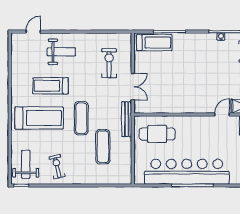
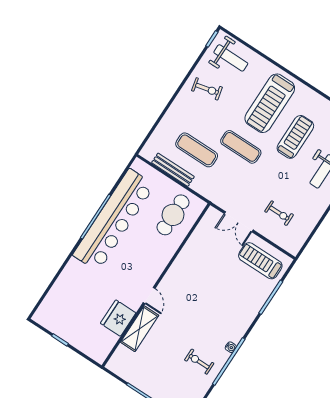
treadmill: (154, 43) -> (260, 261), moved, turned 90
exercise bike: (109, 63) -> (279, 213), width x0.73, depth x0.72
bench: (127, 119) -> (173, 170), moved

